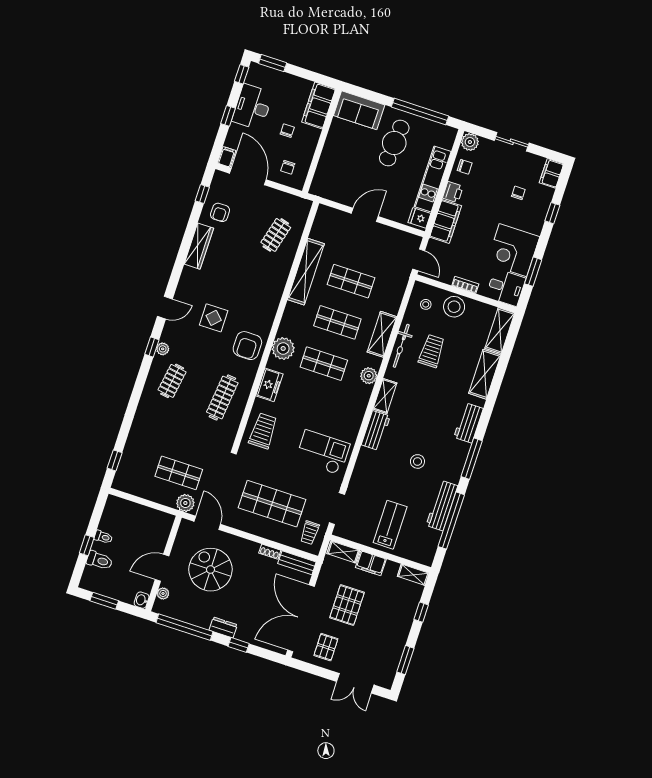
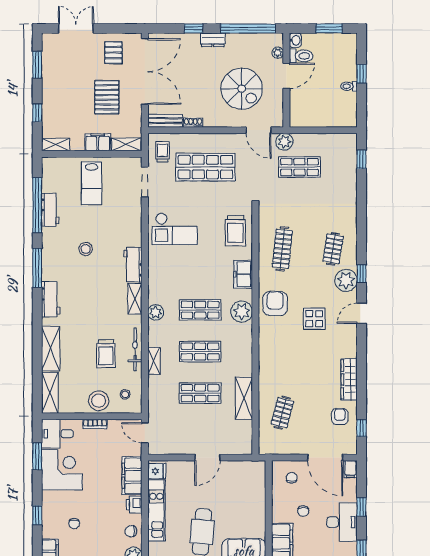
shelving: (306, 272) -> (244, 398), width x0.68
shelving: (382, 334) -> (154, 361), width x0.67, depth x0.75
plant: (163, 349) -> (346, 280), width x1.88, depth x1.88
workbench: (442, 506) -> (50, 210), width x0.73
toilet: (99, 560) -> (301, 56), moved, turned 180

